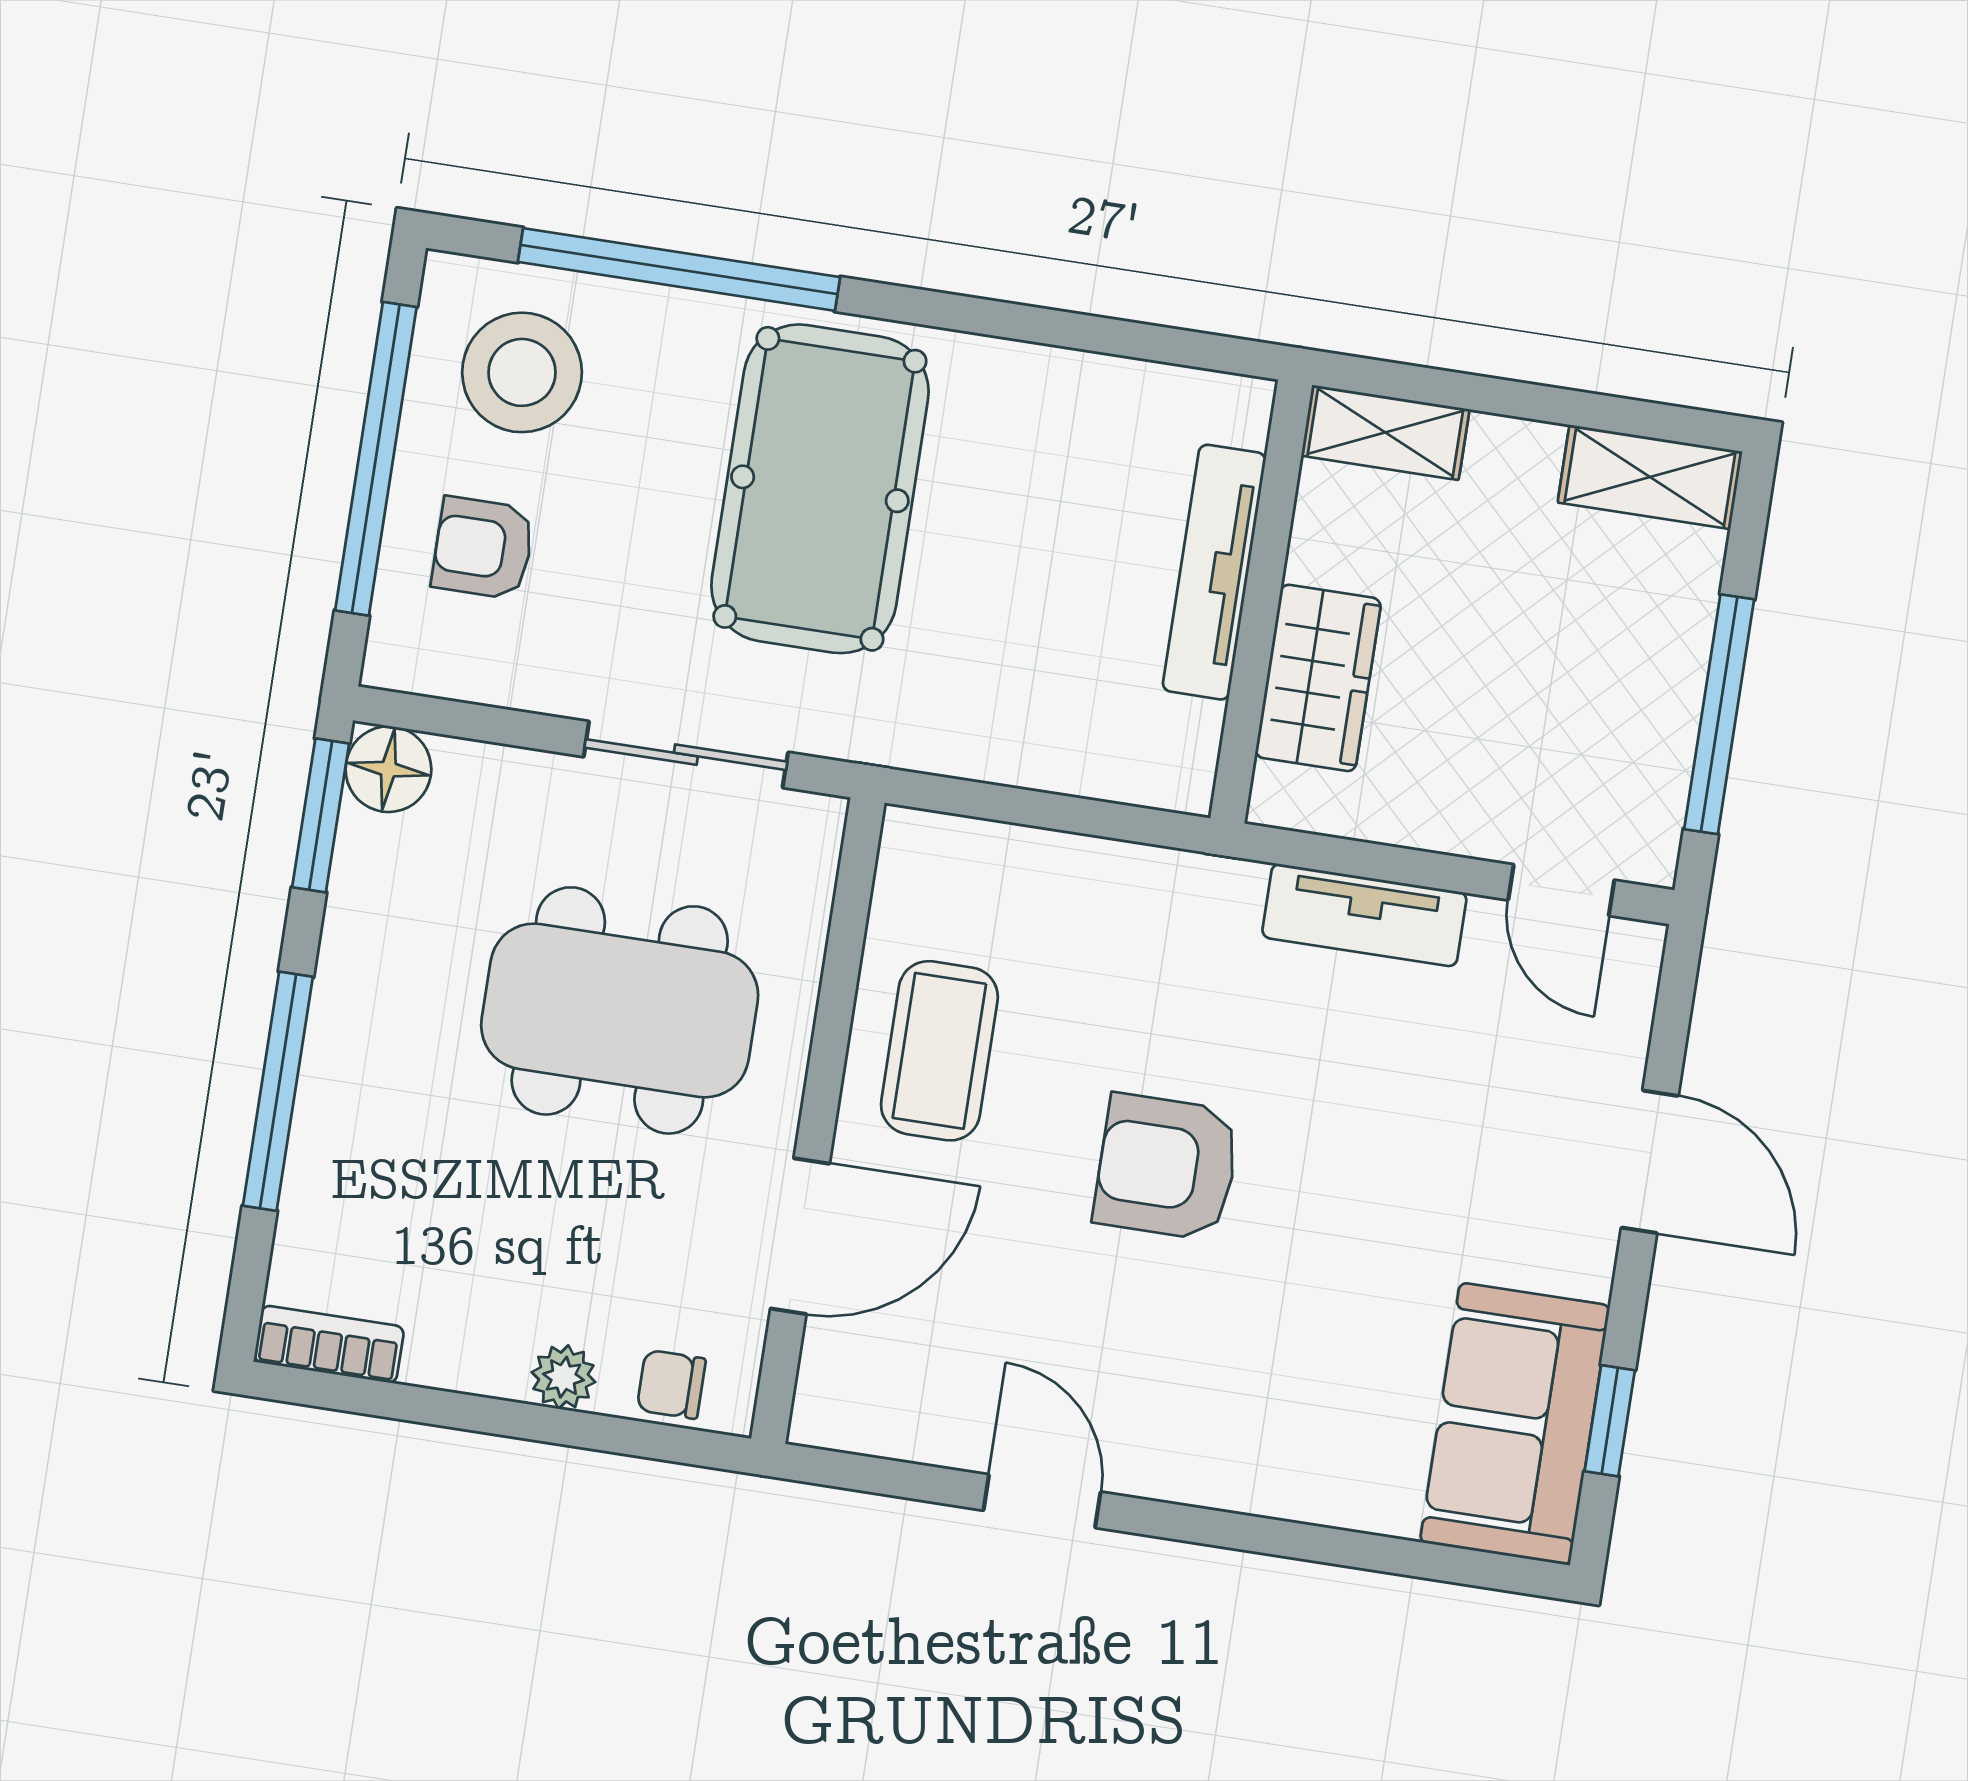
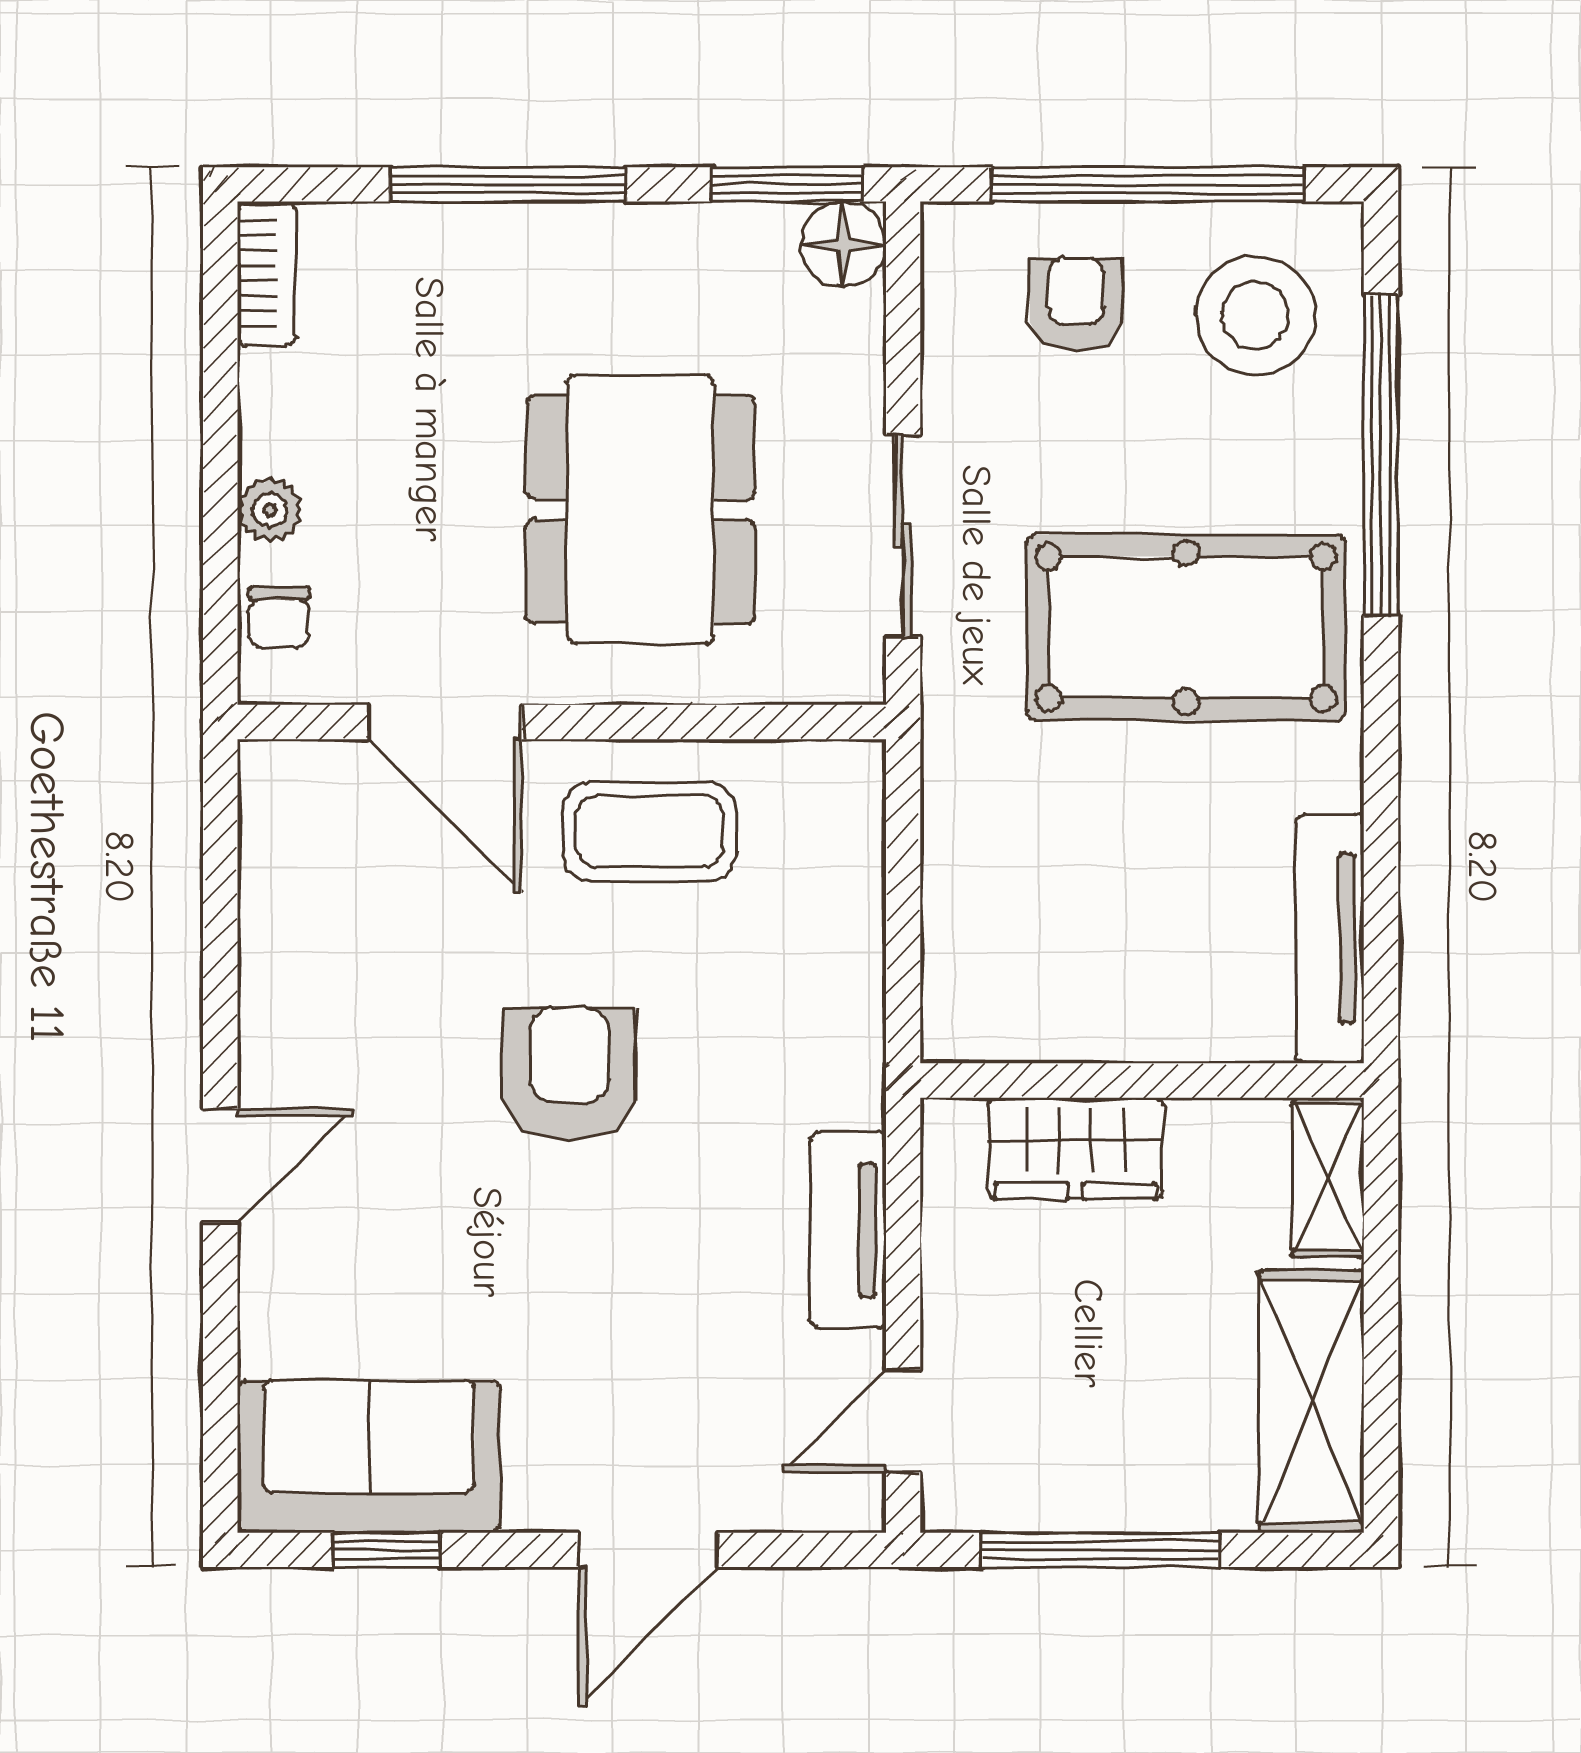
shelving: (1650, 477) -> (1311, 1402), width x1.50, depth x1.33
tv unit: (1214, 572) -> (1330, 939), moved, turned -90
chair: (671, 1384) -> (279, 618), turned 180
door: (1042, 1501) -> (220, 1166), moved

